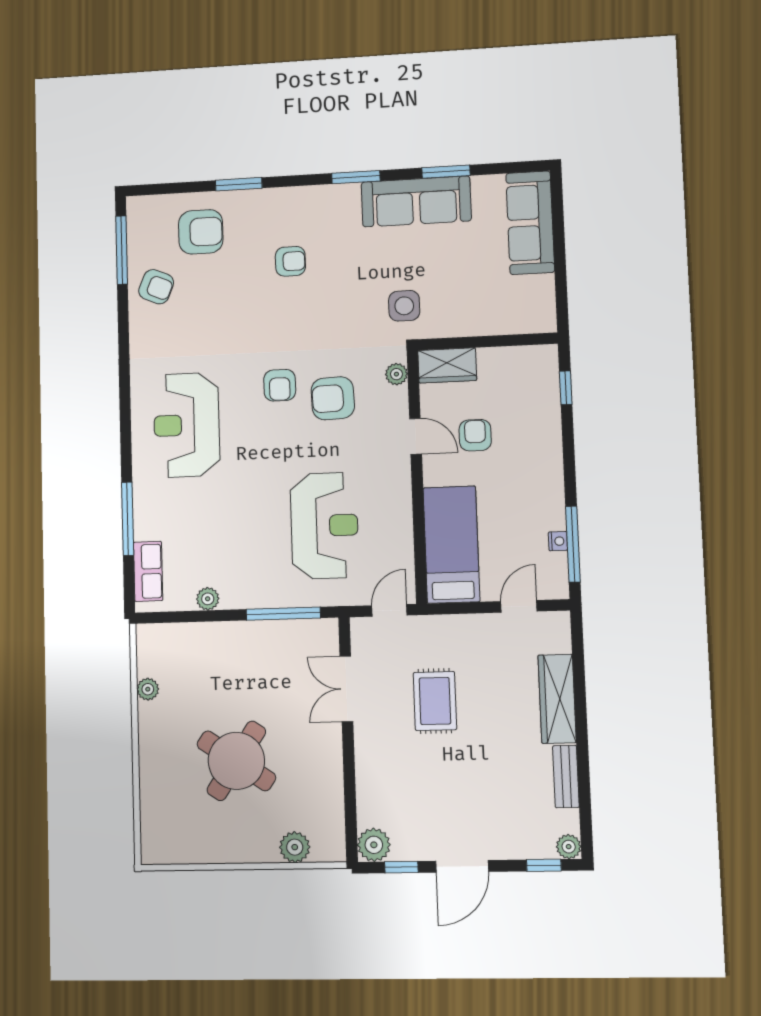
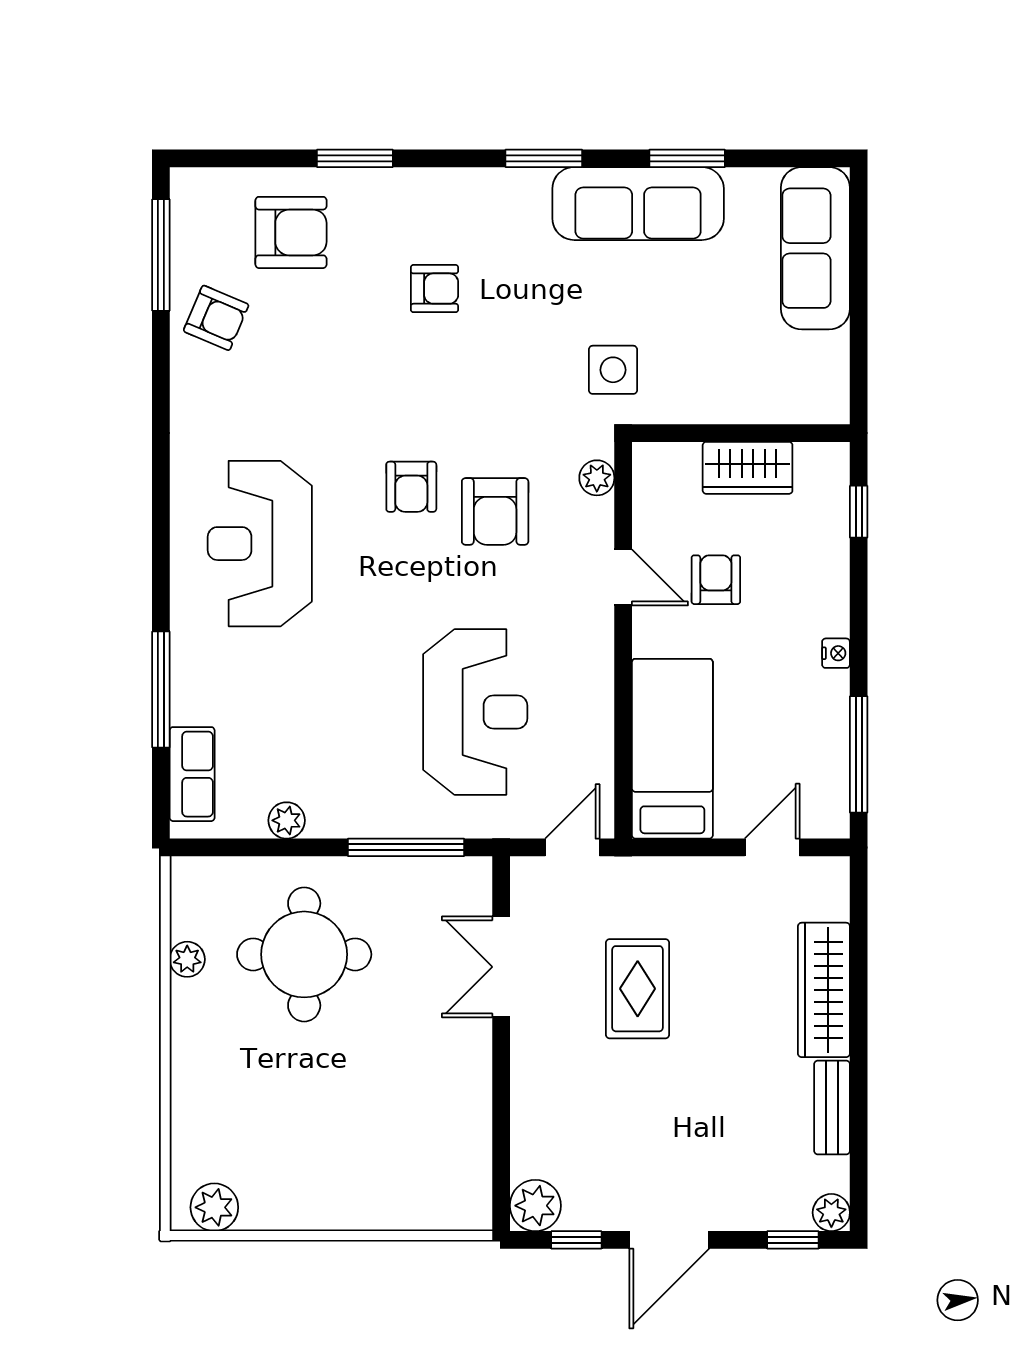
wardrobe: (447, 365) -> (748, 468), moved
armchair: (333, 398) -> (495, 511), turned -88
nightstand: (558, 541) -> (836, 653), moved
round table: (236, 761) -> (304, 954), moved, turned -34
plant: (295, 847) -> (214, 1207), moved

